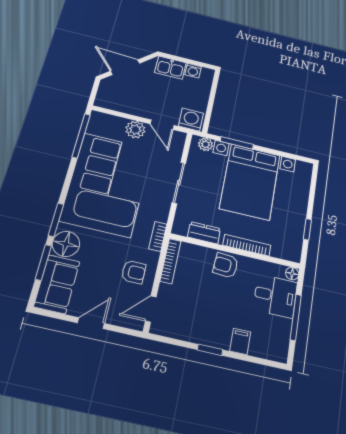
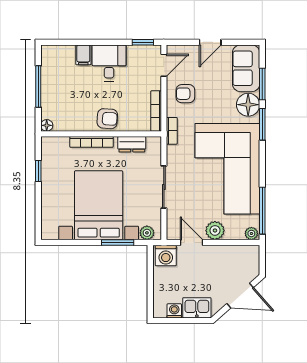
plant: (98, 118) -> (251, 233), added
desk: (275, 296) -> (109, 63), moved, turned 90
window: (210, 350) -> (143, 42), moved

